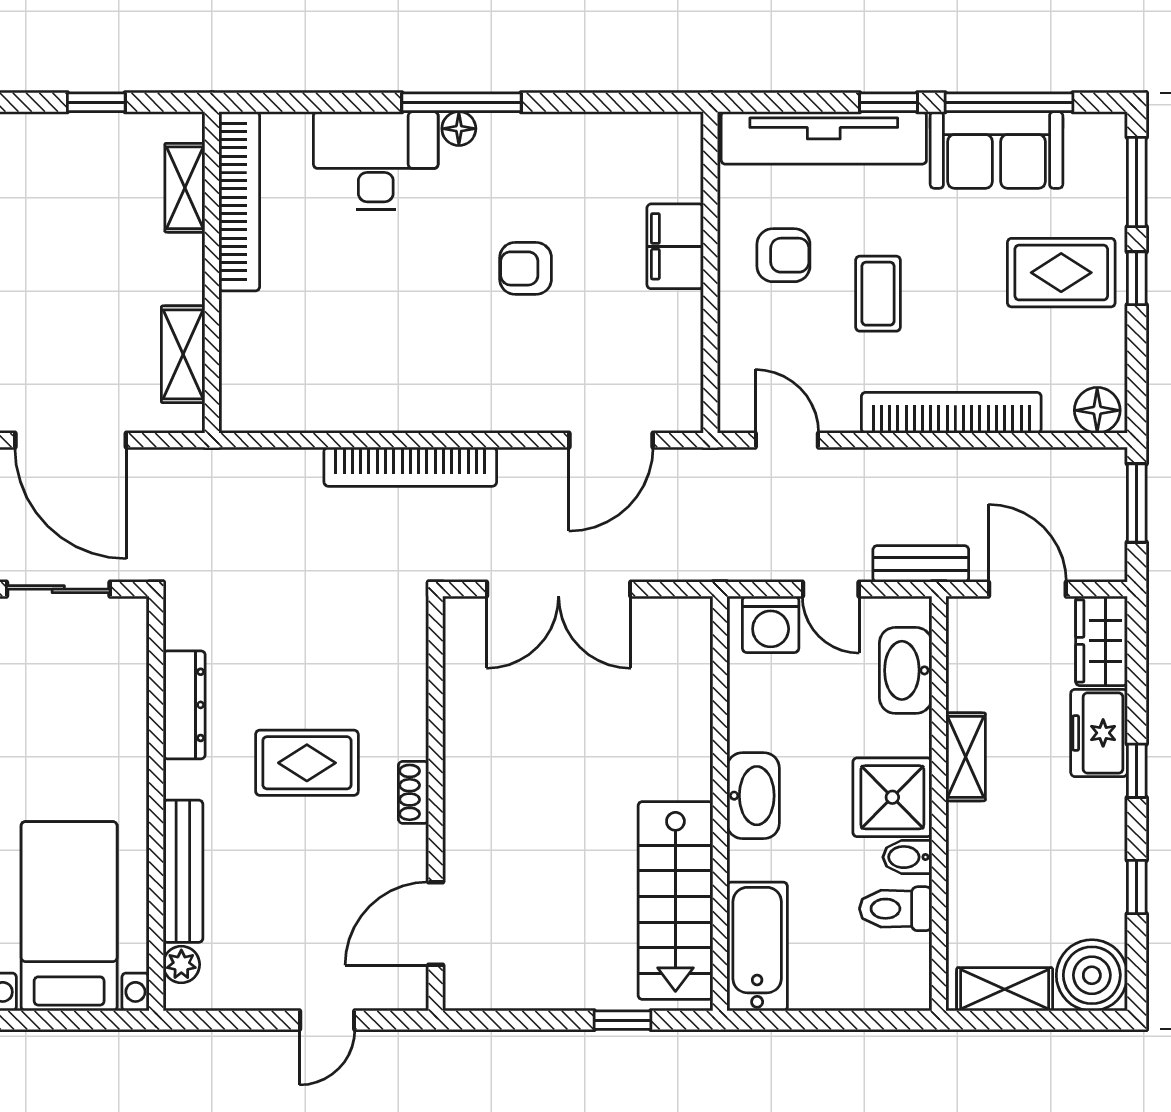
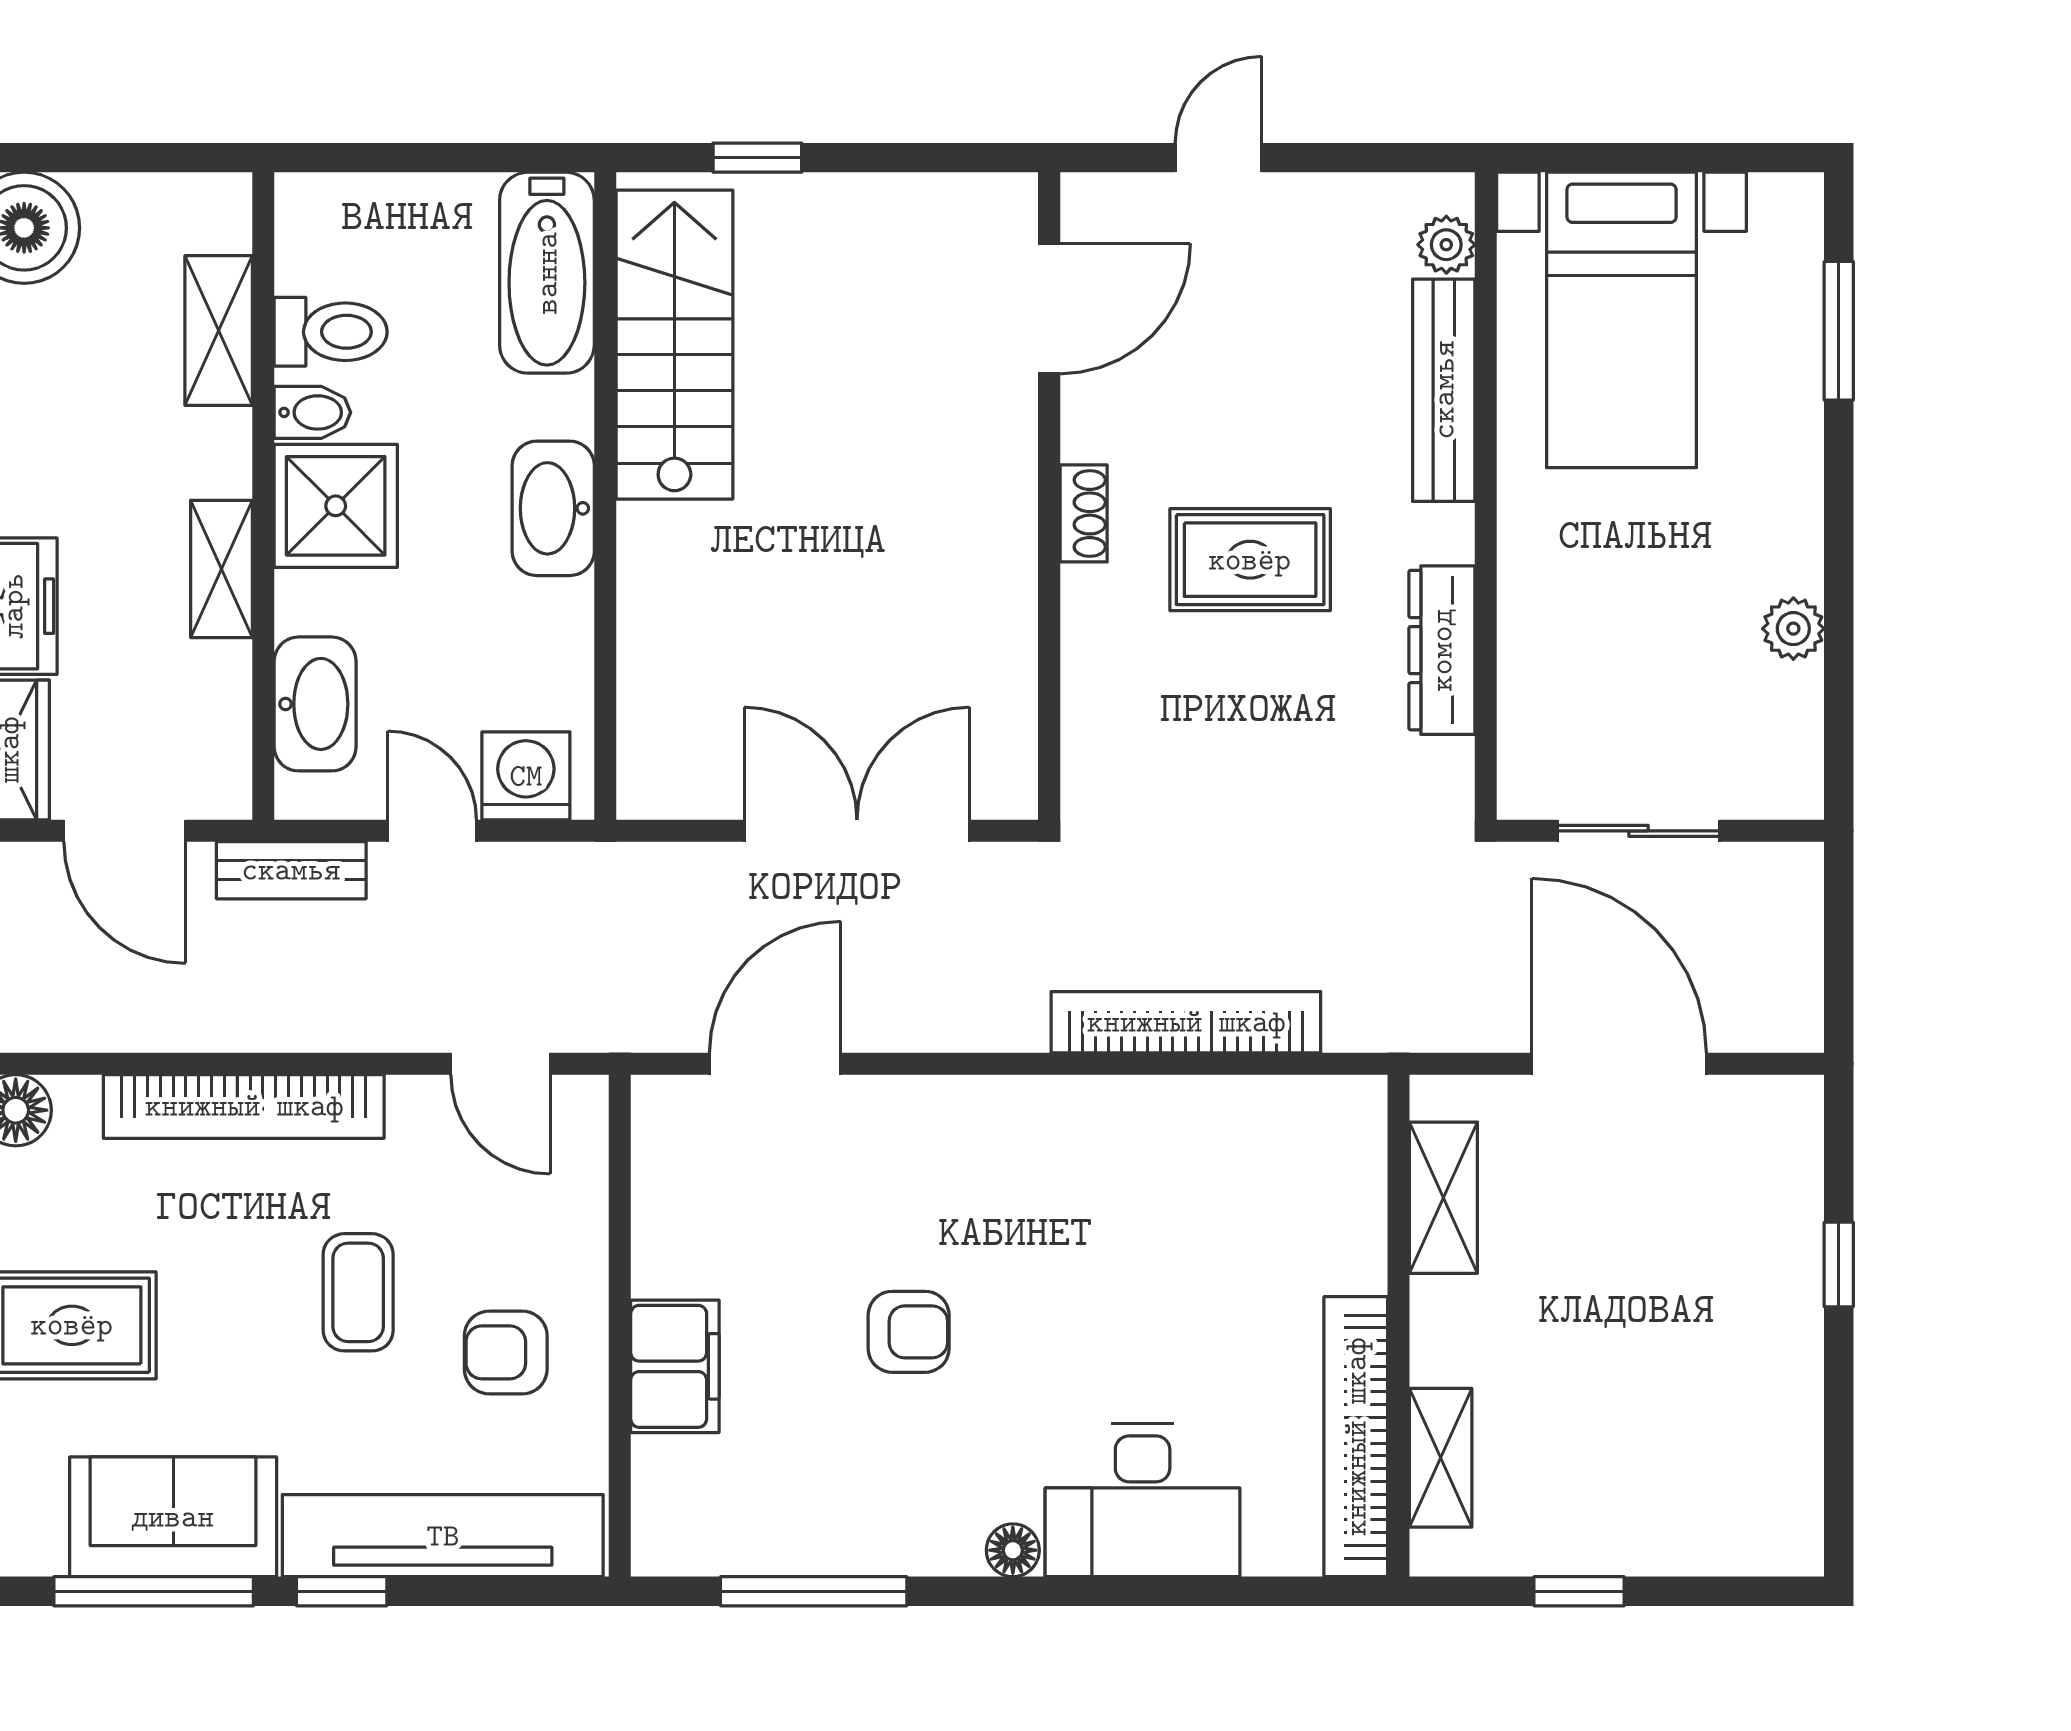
window: (461, 102) -> (814, 1591), moved
bookcase: (410, 467) -> (1186, 1022), moved
shelving: (1005, 989) -> (219, 331), moved, turned 90

